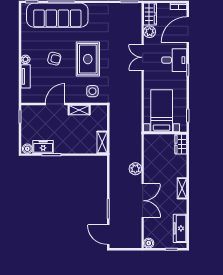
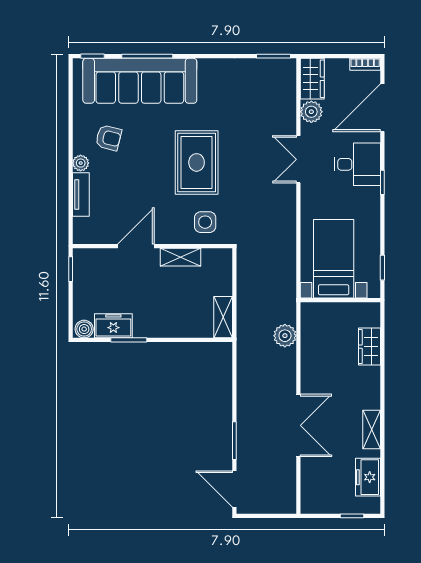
armchair: (54, 59) -> (109, 138), moved
wardrobe: (181, 144) -> (369, 347), moved
plant: (135, 169) -> (285, 336), moved
shelving: (182, 188) -> (372, 430), moved
freezer: (180, 228) -> (368, 477), width x0.71
boiler: (149, 243) -> (310, 505), removed

